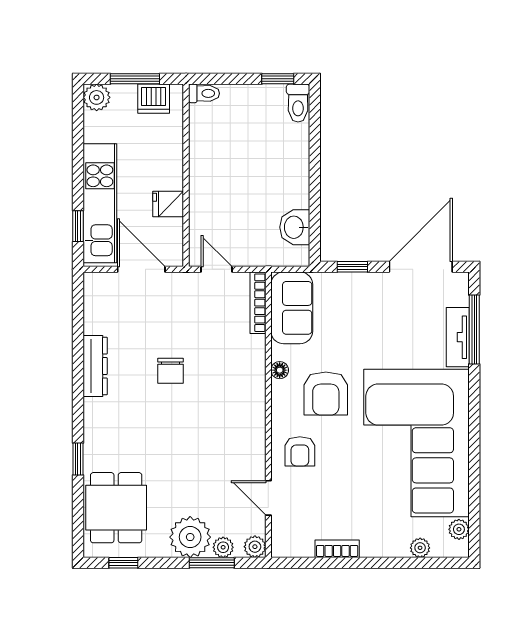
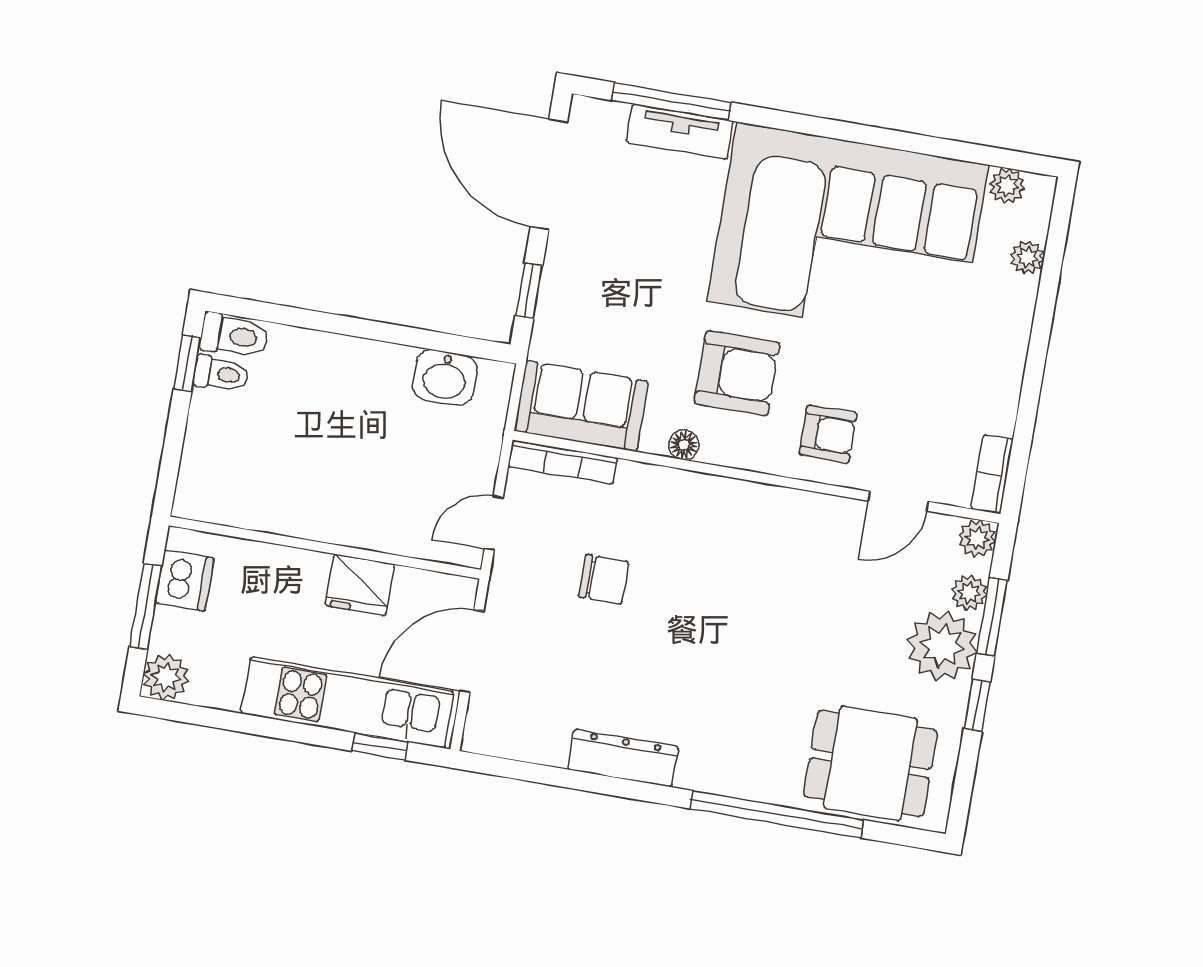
toilet: (204, 93) -> (221, 374), moved, turned 90
fridge: (168, 204) -> (360, 585), width x1.38
chair: (170, 371) -> (604, 579), moved
window: (78, 459) -> (777, 814), width x3.17
bookcase: (337, 549) -> (992, 474), moved
window: (123, 563) -> (977, 705), moved

